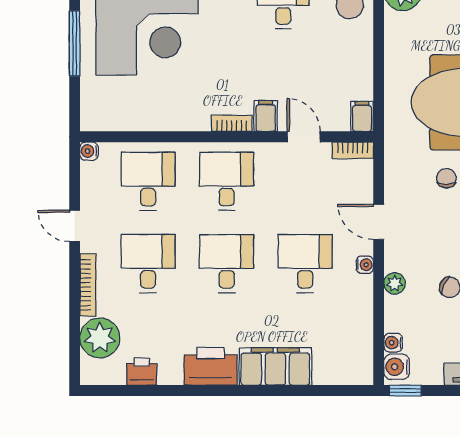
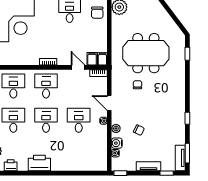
filing cabinet: (266, 116) -> (92, 59), moved
filing cabinet: (275, 366) -> (66, 163), removed
water cooler: (397, 367) -> (117, 143), moved

